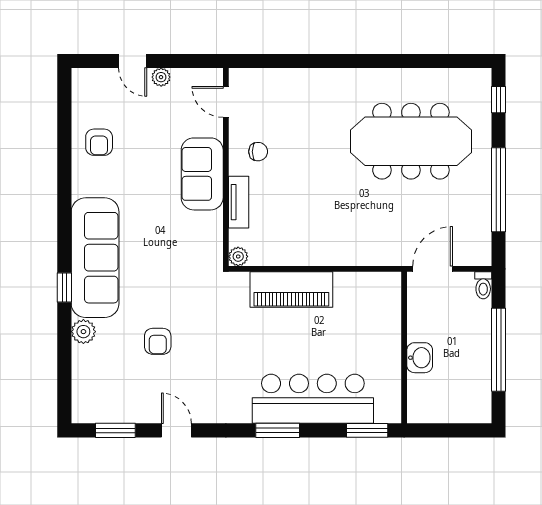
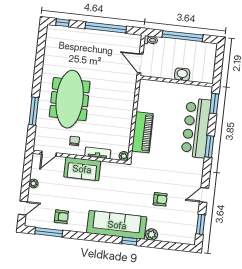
door: (133, 61) -> (23, 208), moved
window: (310, 61) -> (34, 111), added
window: (64, 120) -> (49, 232), added
meeting table: (411, 141) -> (70, 99), moved

